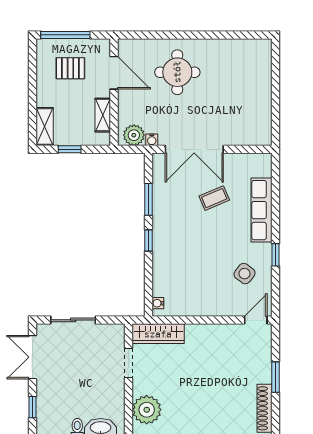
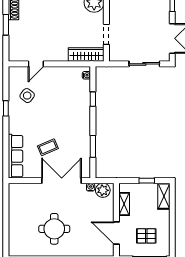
round table: (177, 72) -> (54, 229), moved
row of seats: (262, 210) -> (15, 156), moved
window: (149, 240) -> (93, 99), moved
door: (256, 320) -> (36, 64), moved

